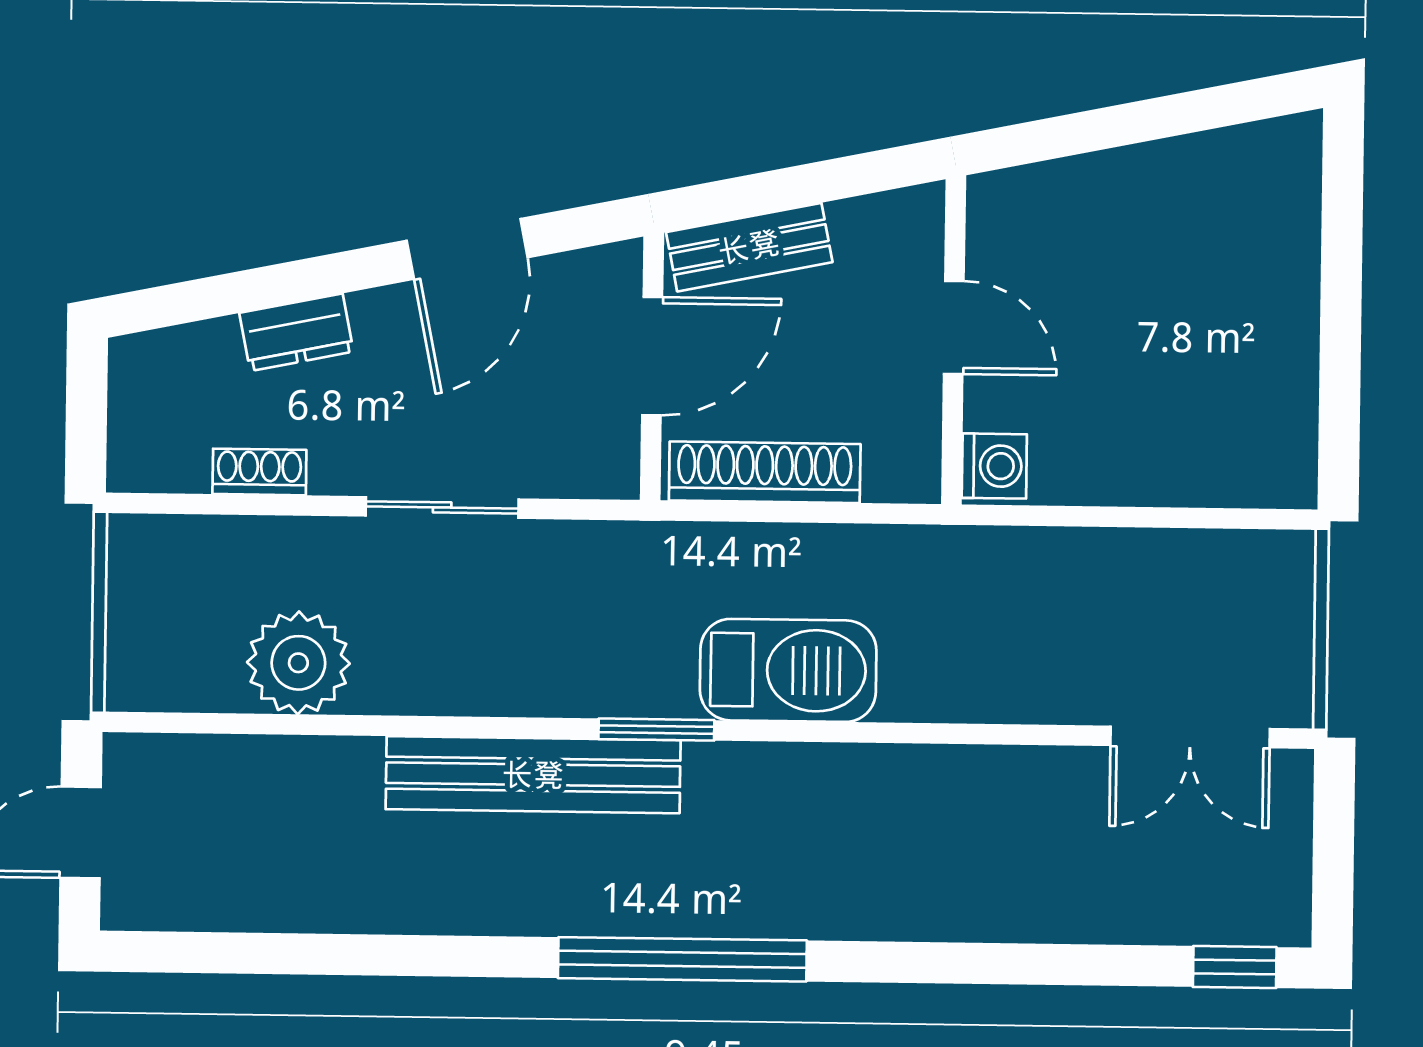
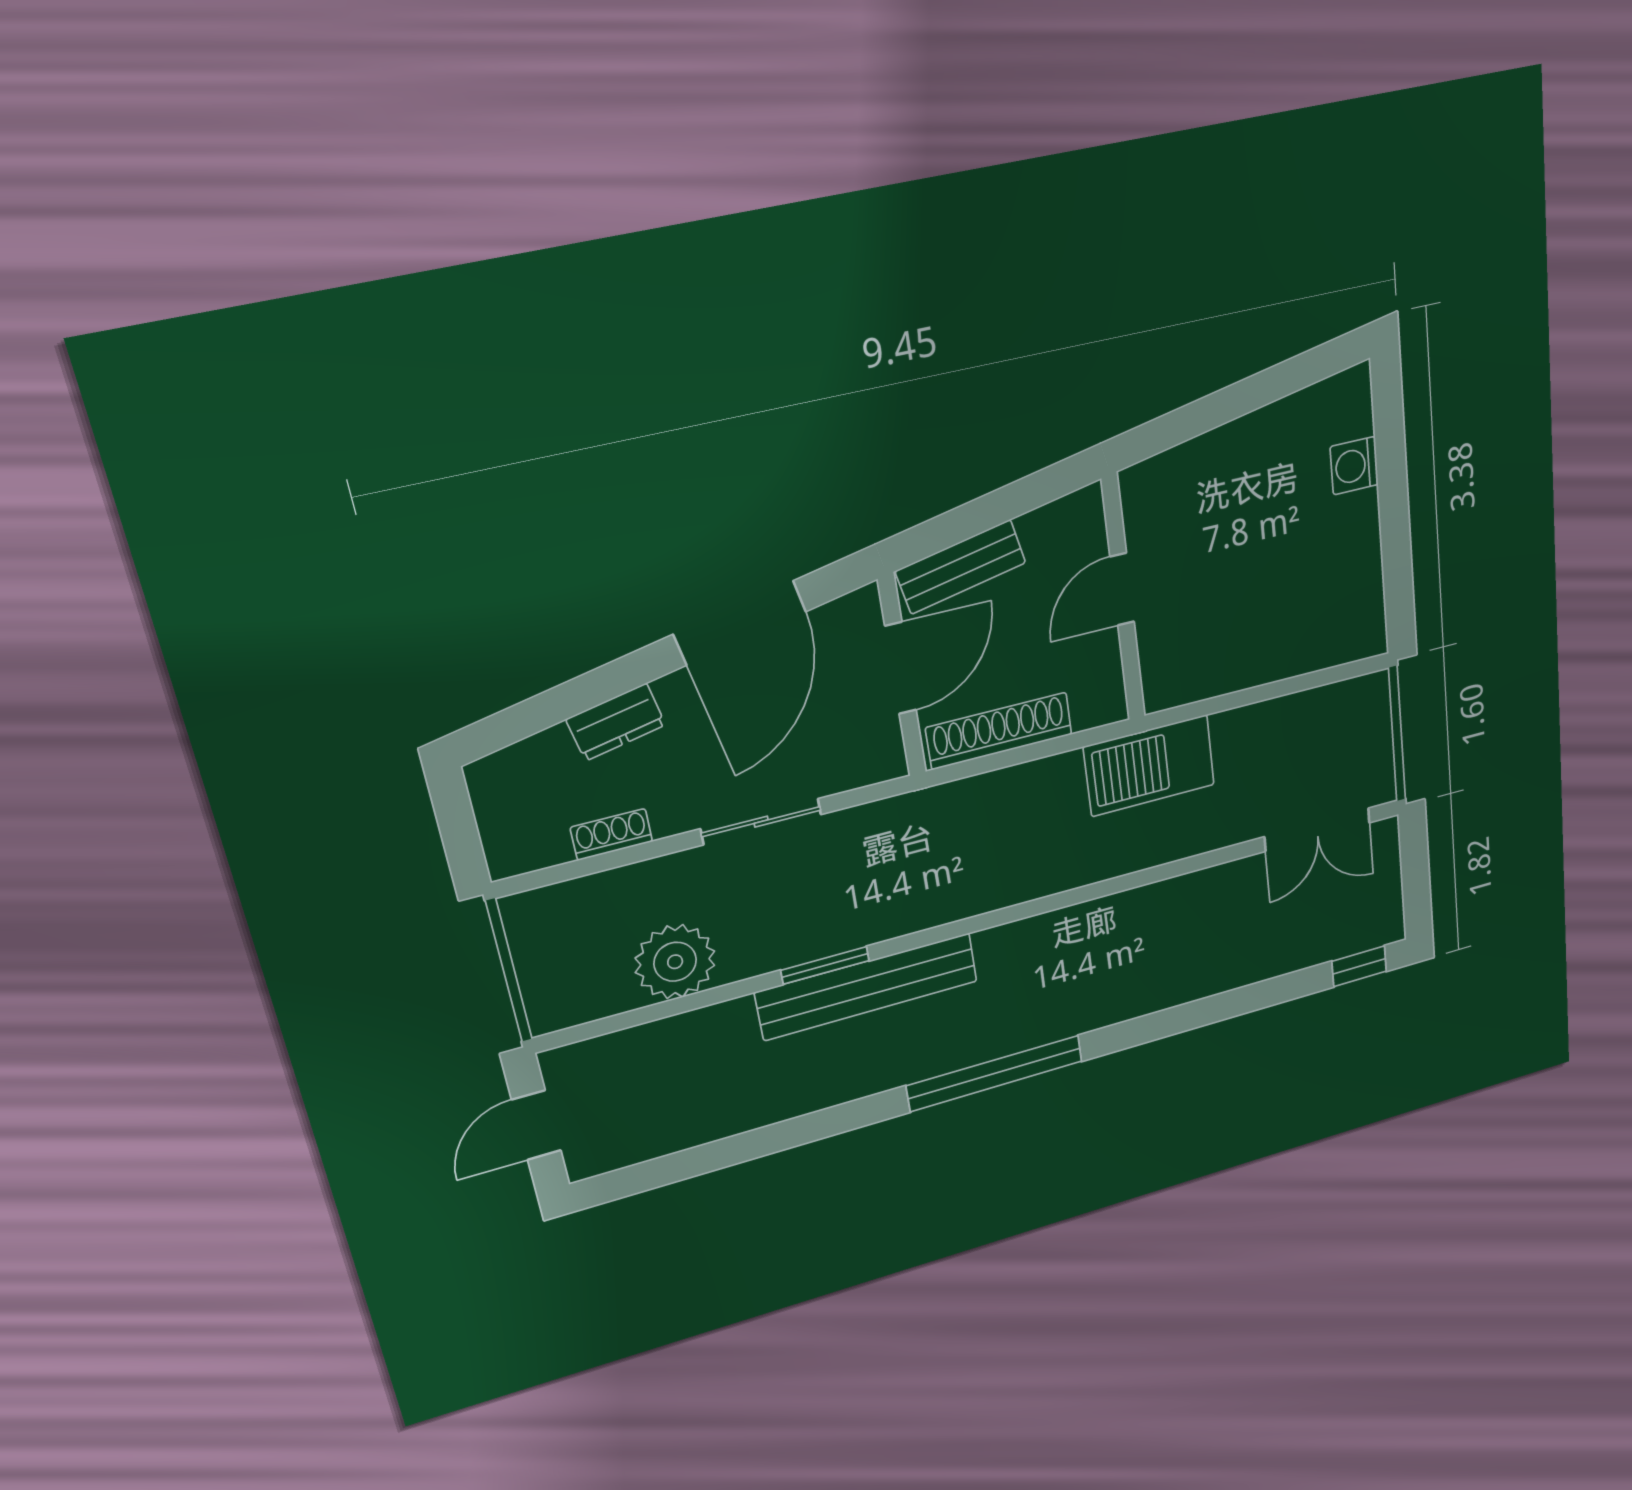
door: (467, 249) -> (740, 623), width x1.36
door: (954, 327) -> (1122, 589), swing flipped
washing machine: (994, 466) -> (1354, 466), moved, turned 180
barbecue: (788, 670) -> (1149, 766), moved, turned 180
window: (656, 730) -> (825, 965), moved

